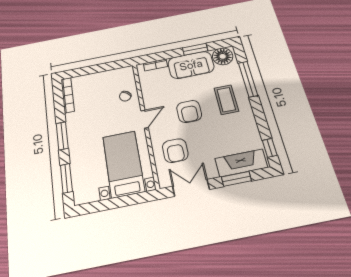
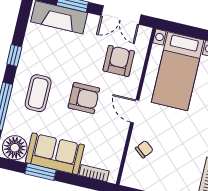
armchair: (189, 111) -> (84, 98), turned 90
door: (145, 119) -> (135, 111), hinge flipped
window: (270, 148) -> (14, 55), moved

